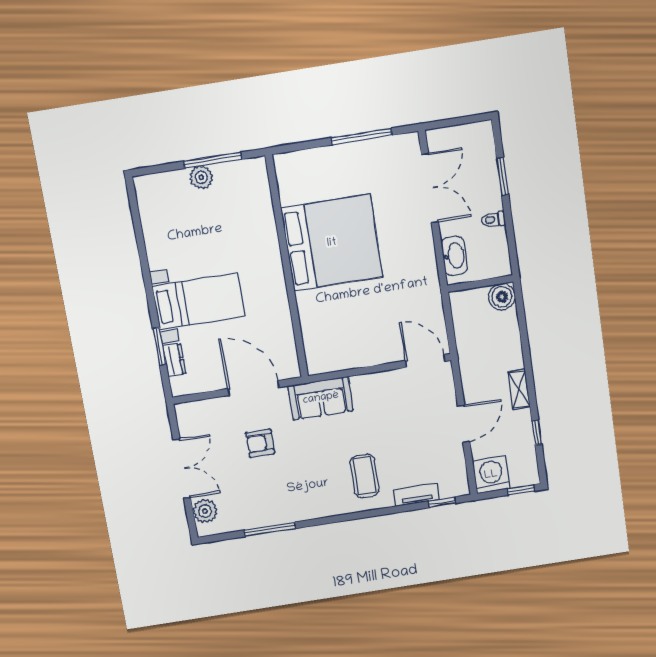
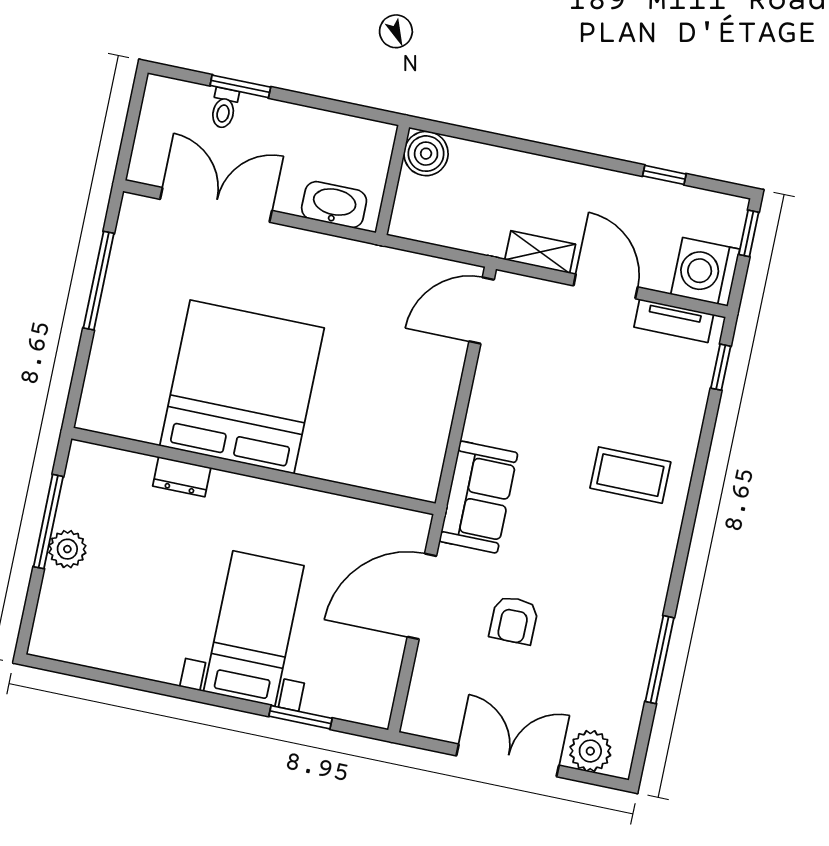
toilet: (493, 220) -> (224, 108), moved
dresser: (174, 360) -> (182, 477), moved, turned 180
shelving: (519, 390) -> (540, 252), moved
tv unit: (417, 495) -> (674, 321), moved, turned -90

